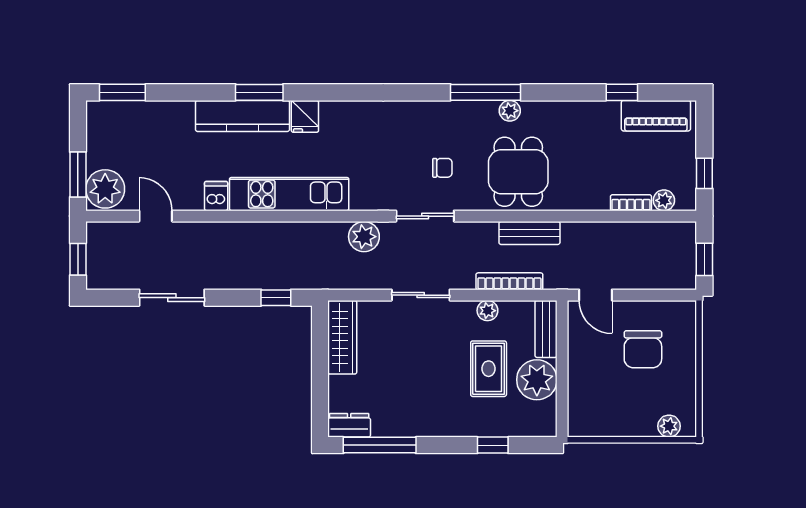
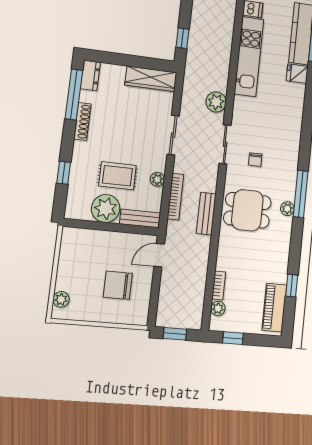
shoe rack: (417, 428) -> (82, 121), added

